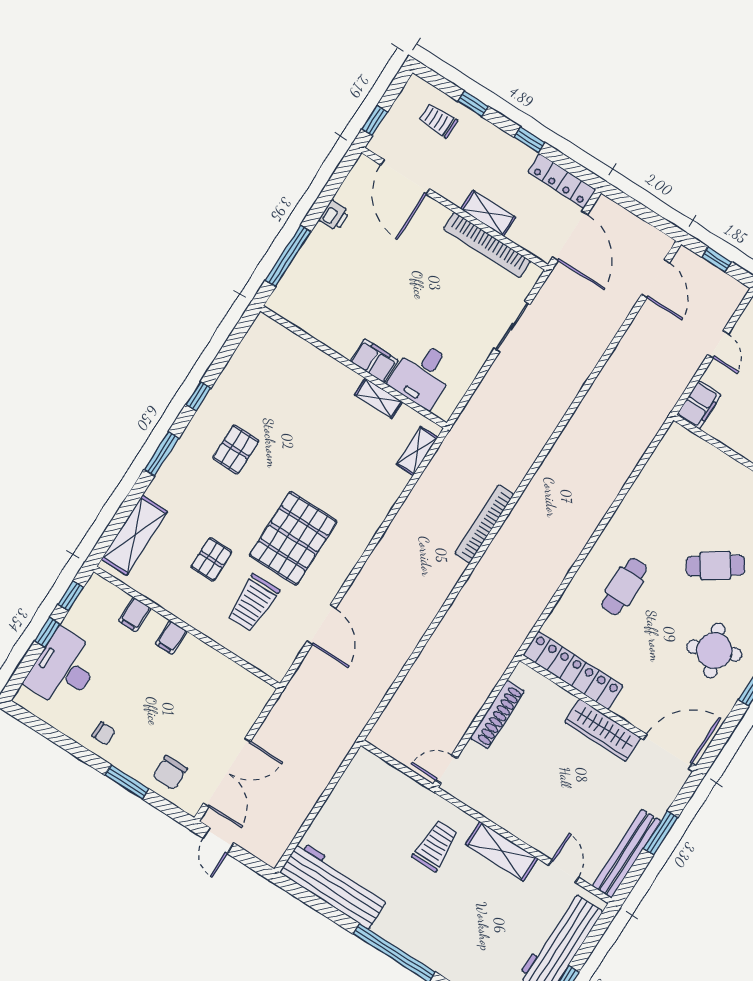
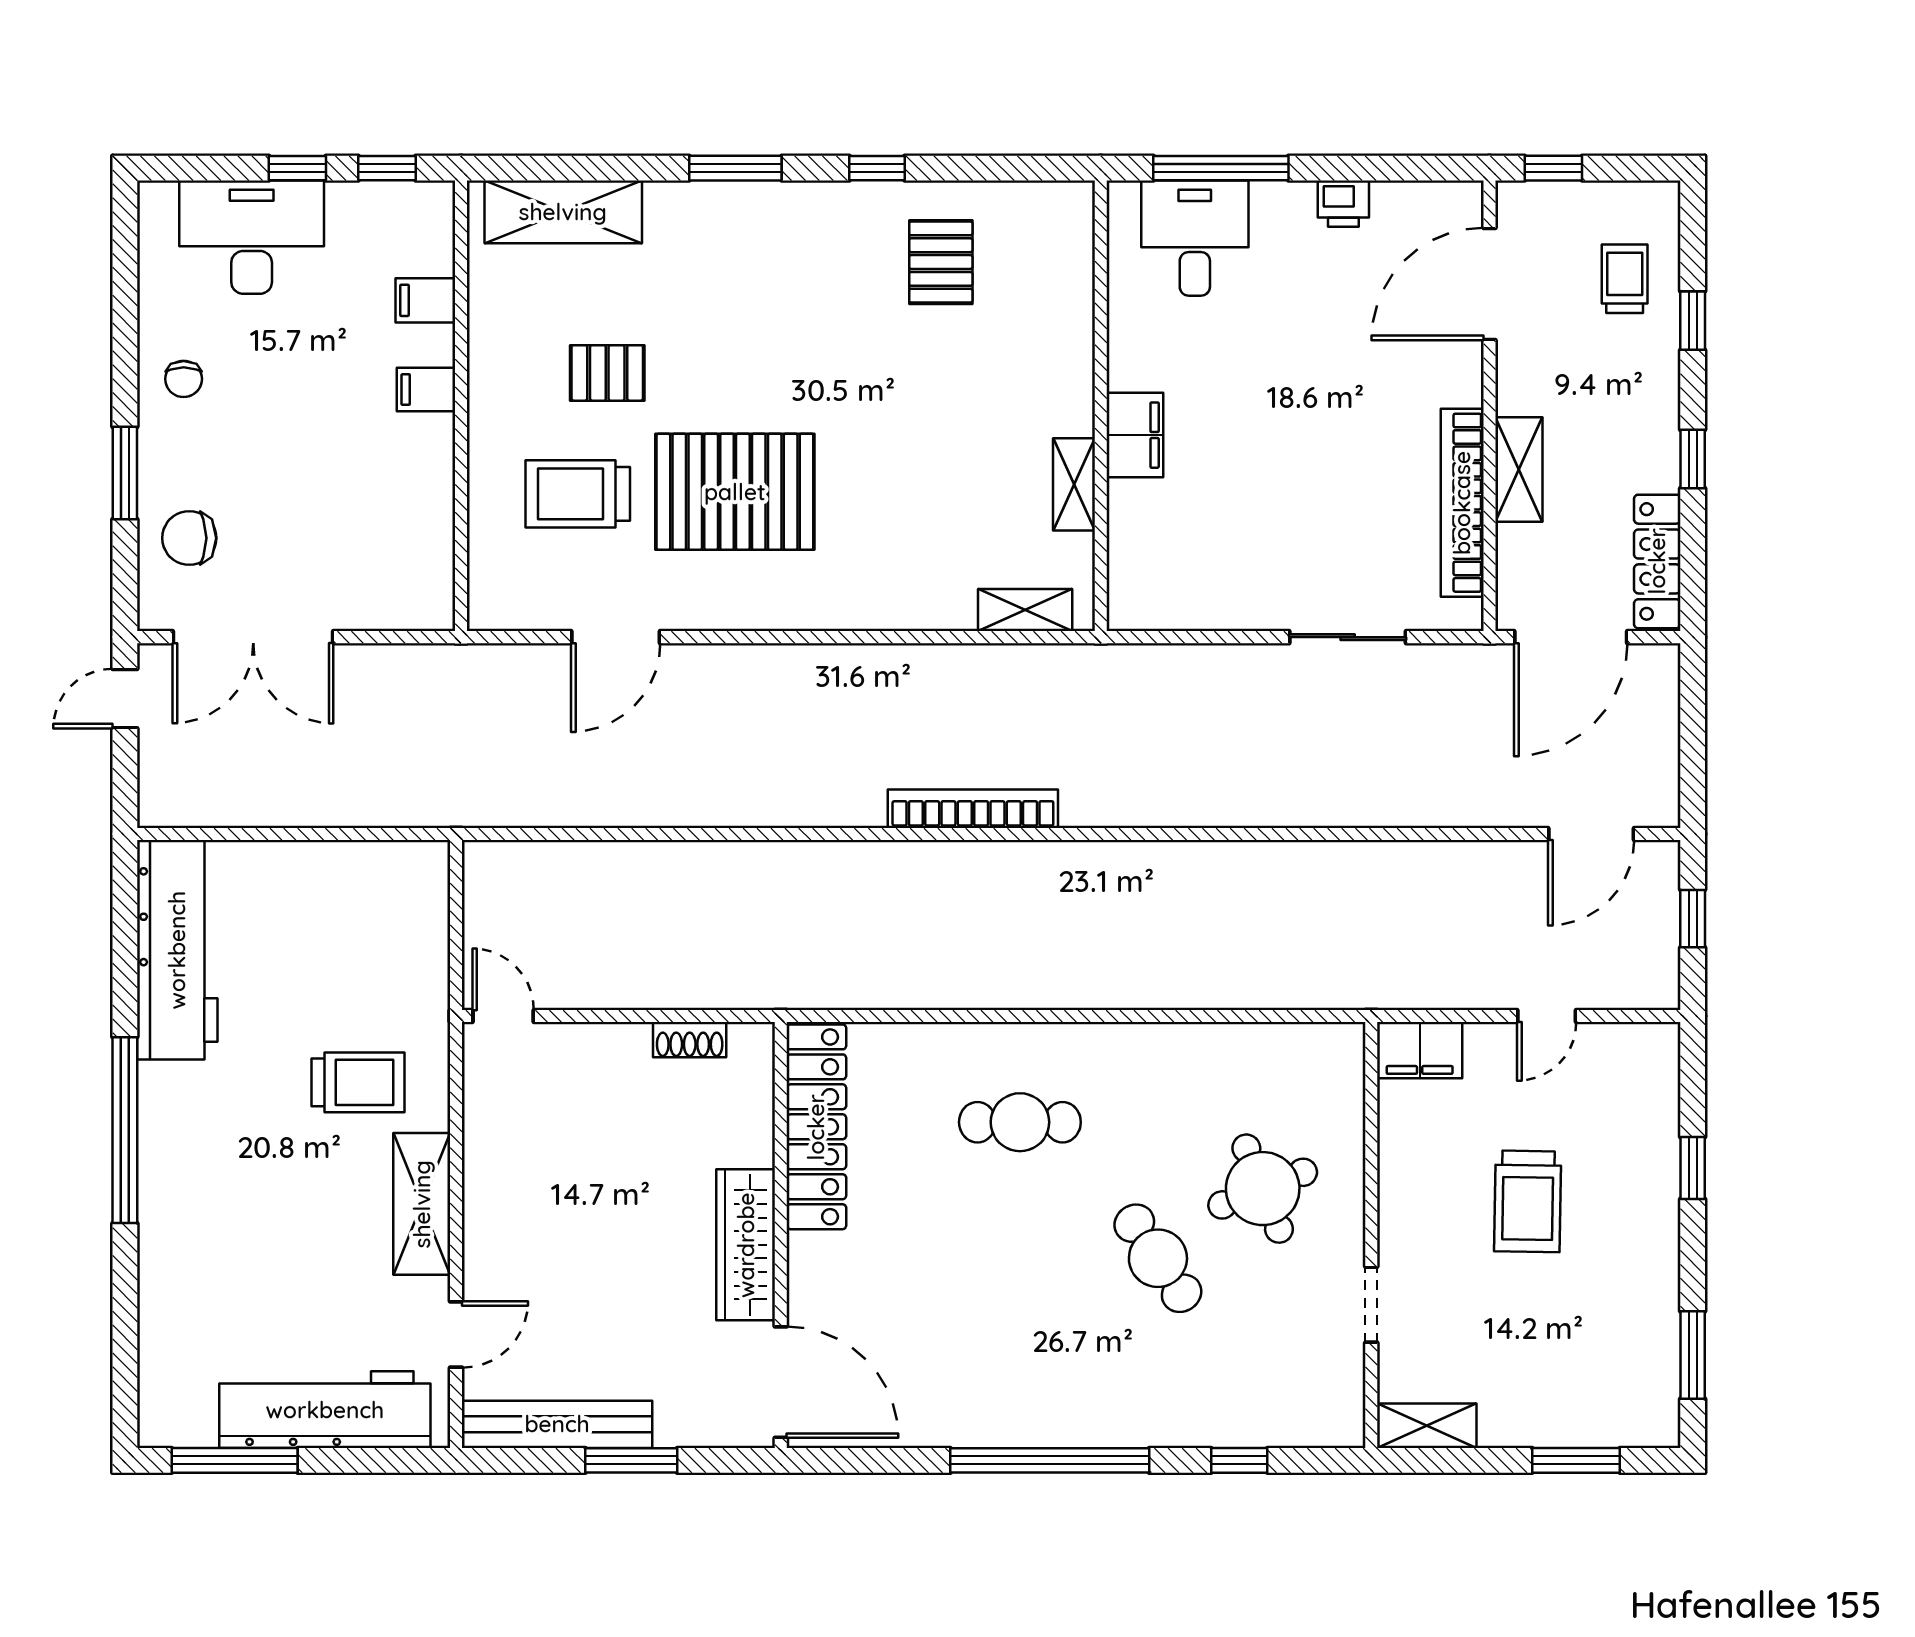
desk: (423, 375) -> (1195, 238), moved, turned 90
pallet: (236, 449) -> (941, 262), moved, turned 90
round table: (714, 651) -> (1263, 1189), moved
shoe rack: (497, 715) -> (690, 1040), width x0.51, depth x0.81

